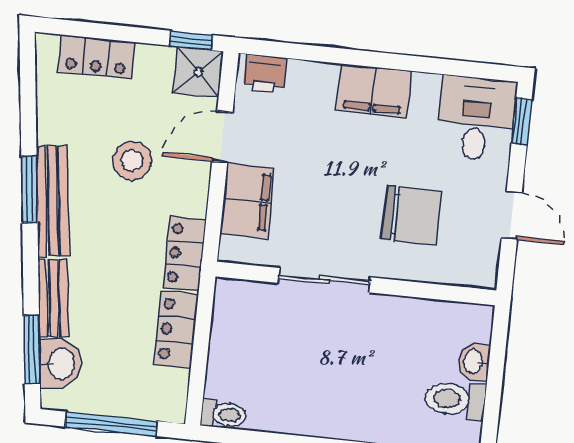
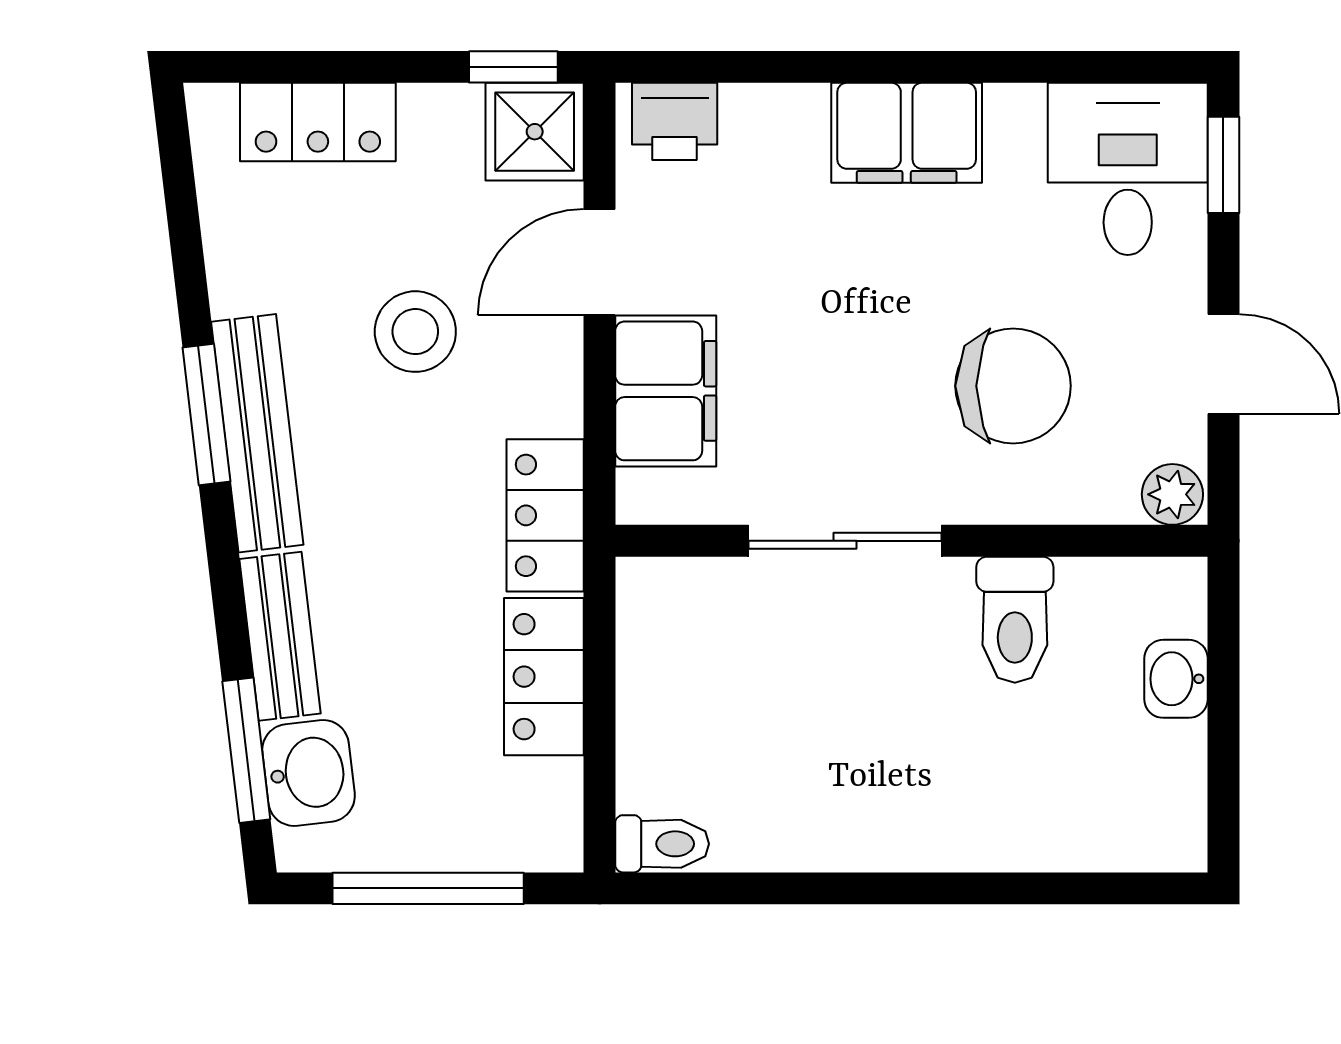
plant: (481, 274) -> (1172, 494), added
toilet: (455, 400) -> (1015, 620), moved, turned -90

